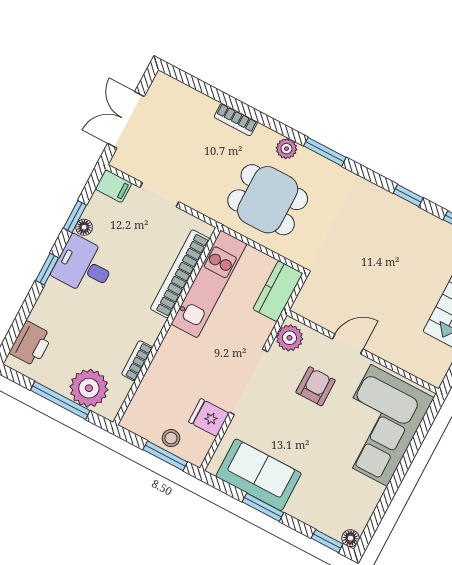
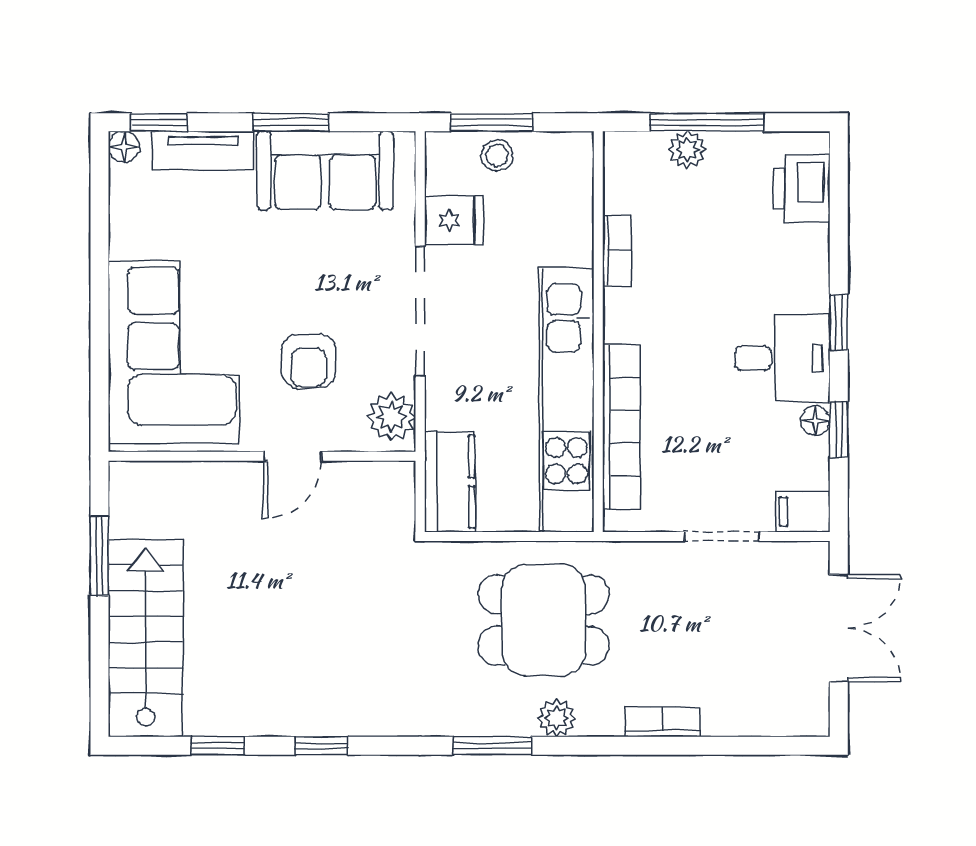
kitchen unit: (209, 284) -> (567, 400), width x1.36
plant: (89, 388) -> (687, 150), width x0.53, depth x0.53
tv unit: (313, 516) -> (203, 150), added

